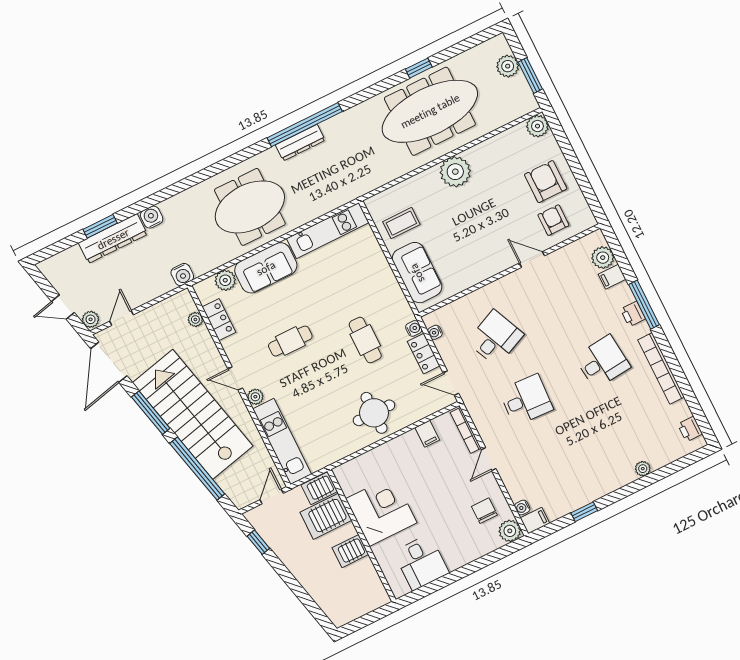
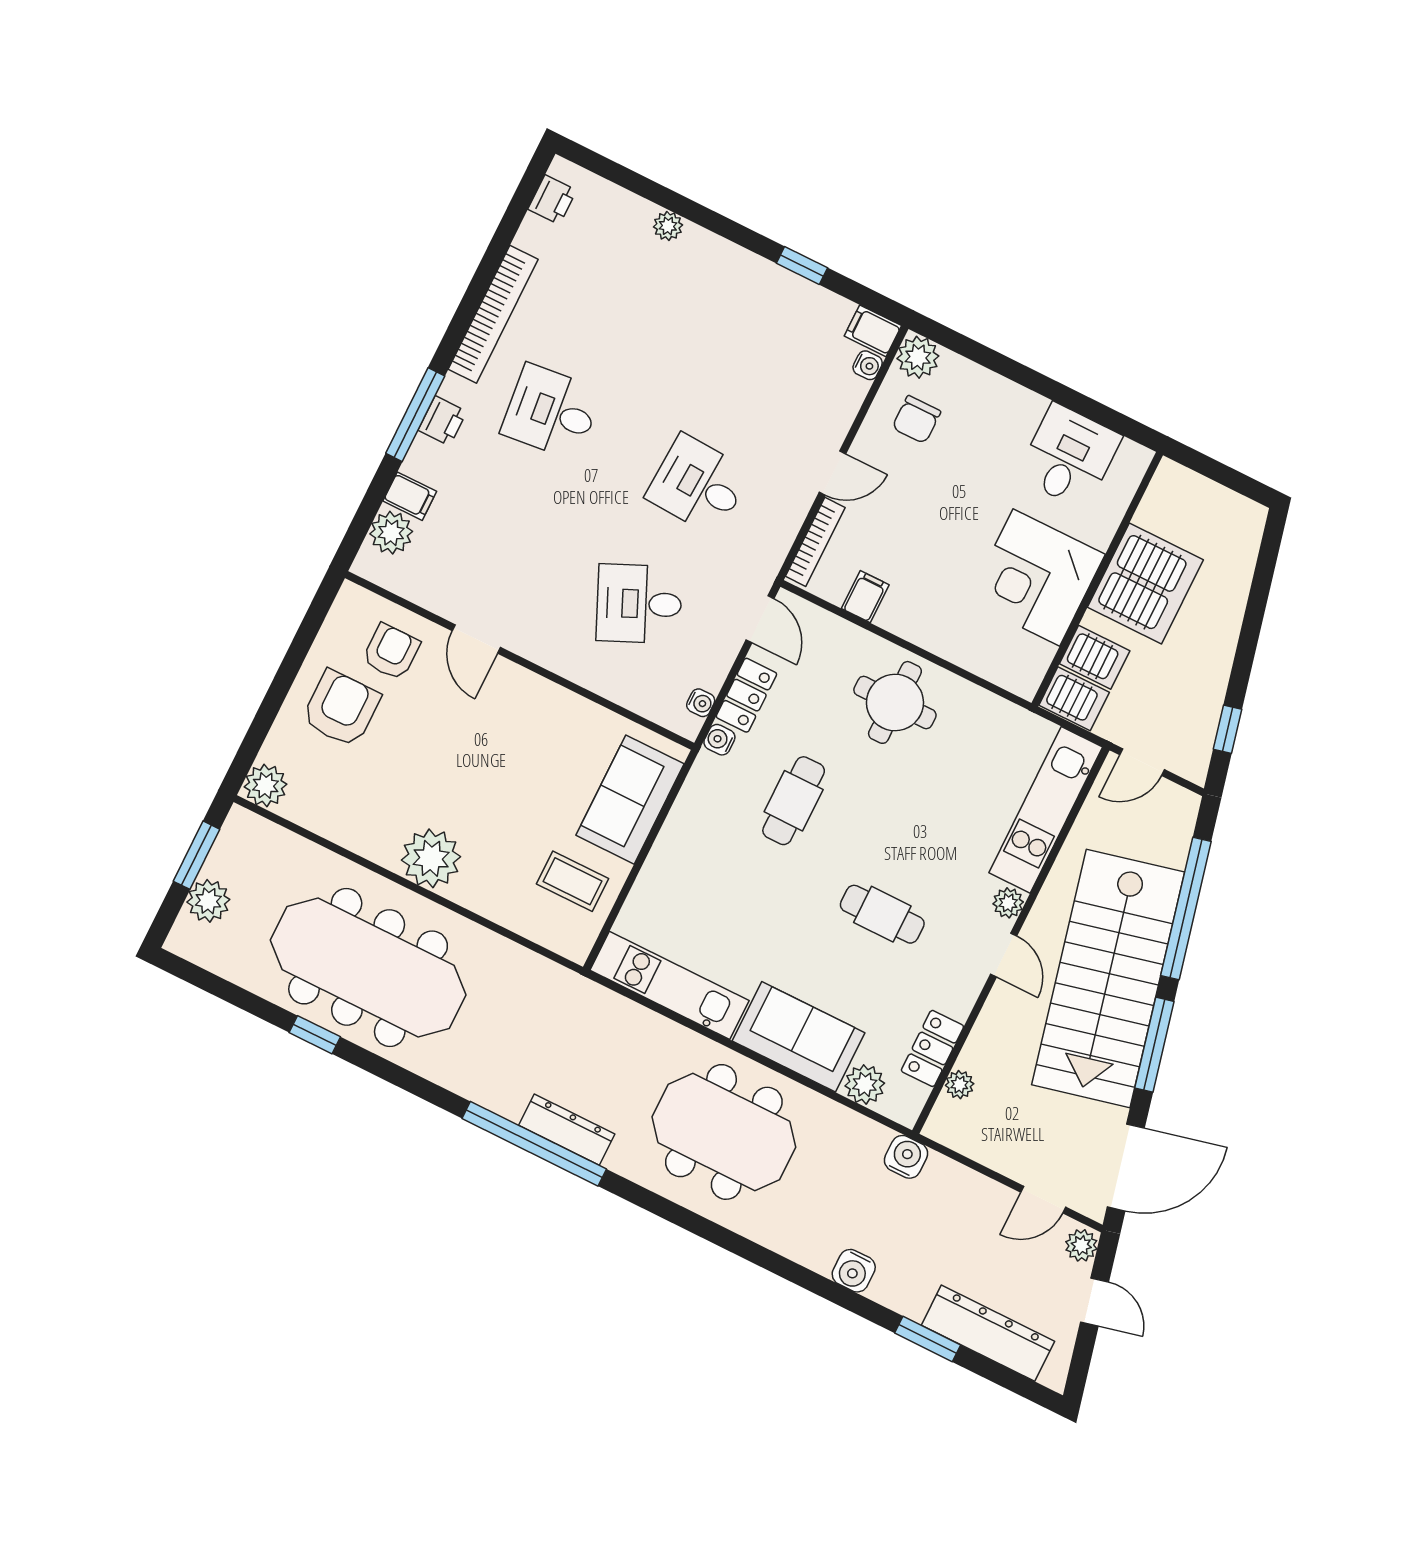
armchair: (546, 182) -> (341, 708), turned 180
armchair: (553, 220) -> (391, 652), turned 180
dresser: (113, 239) -> (988, 1333), moved
server rack: (326, 516) -> (1095, 657), width x0.73, depth x0.70
server rack: (350, 551) -> (1145, 584), width x2.18, depth x1.44

